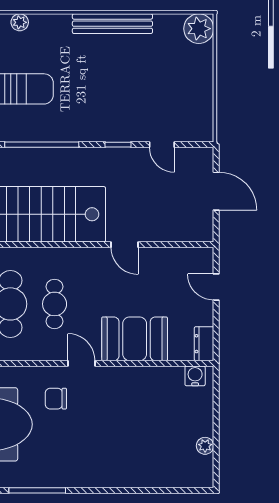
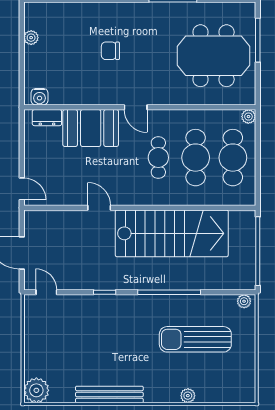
door: (162, 145) -> (46, 292), moved
door: (216, 287) -> (22, 189), moved
dresser: (204, 344) -> (47, 118), moved, turned 90
chair: (56, 399) -> (110, 51), moved, turned 180

